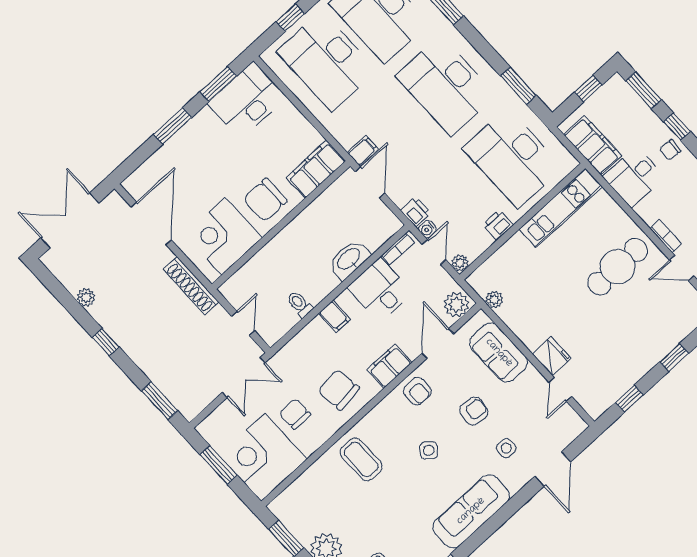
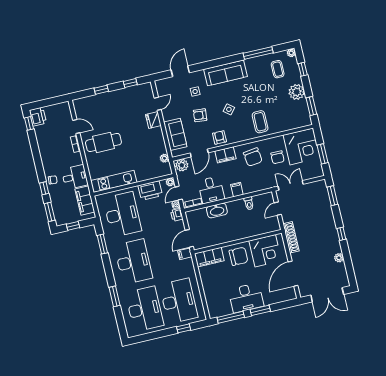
window: (218, 84) -> (231, 317), width x1.44
desk: (247, 100) -> (246, 298), moved
printer: (498, 225) -> (150, 191), width x1.87, depth x1.48

